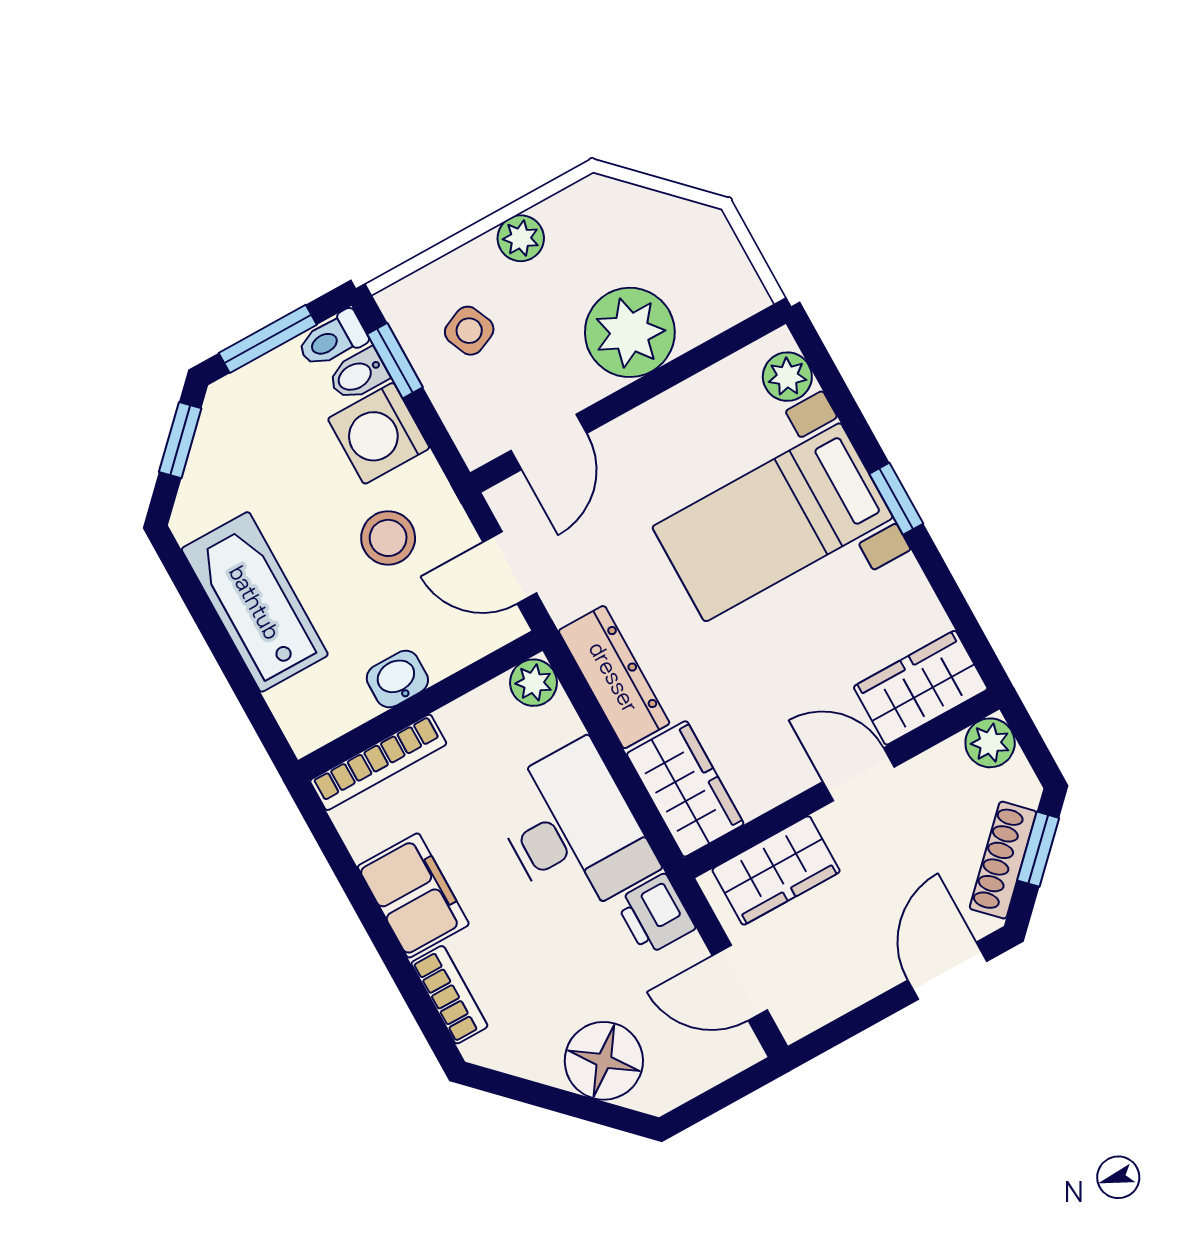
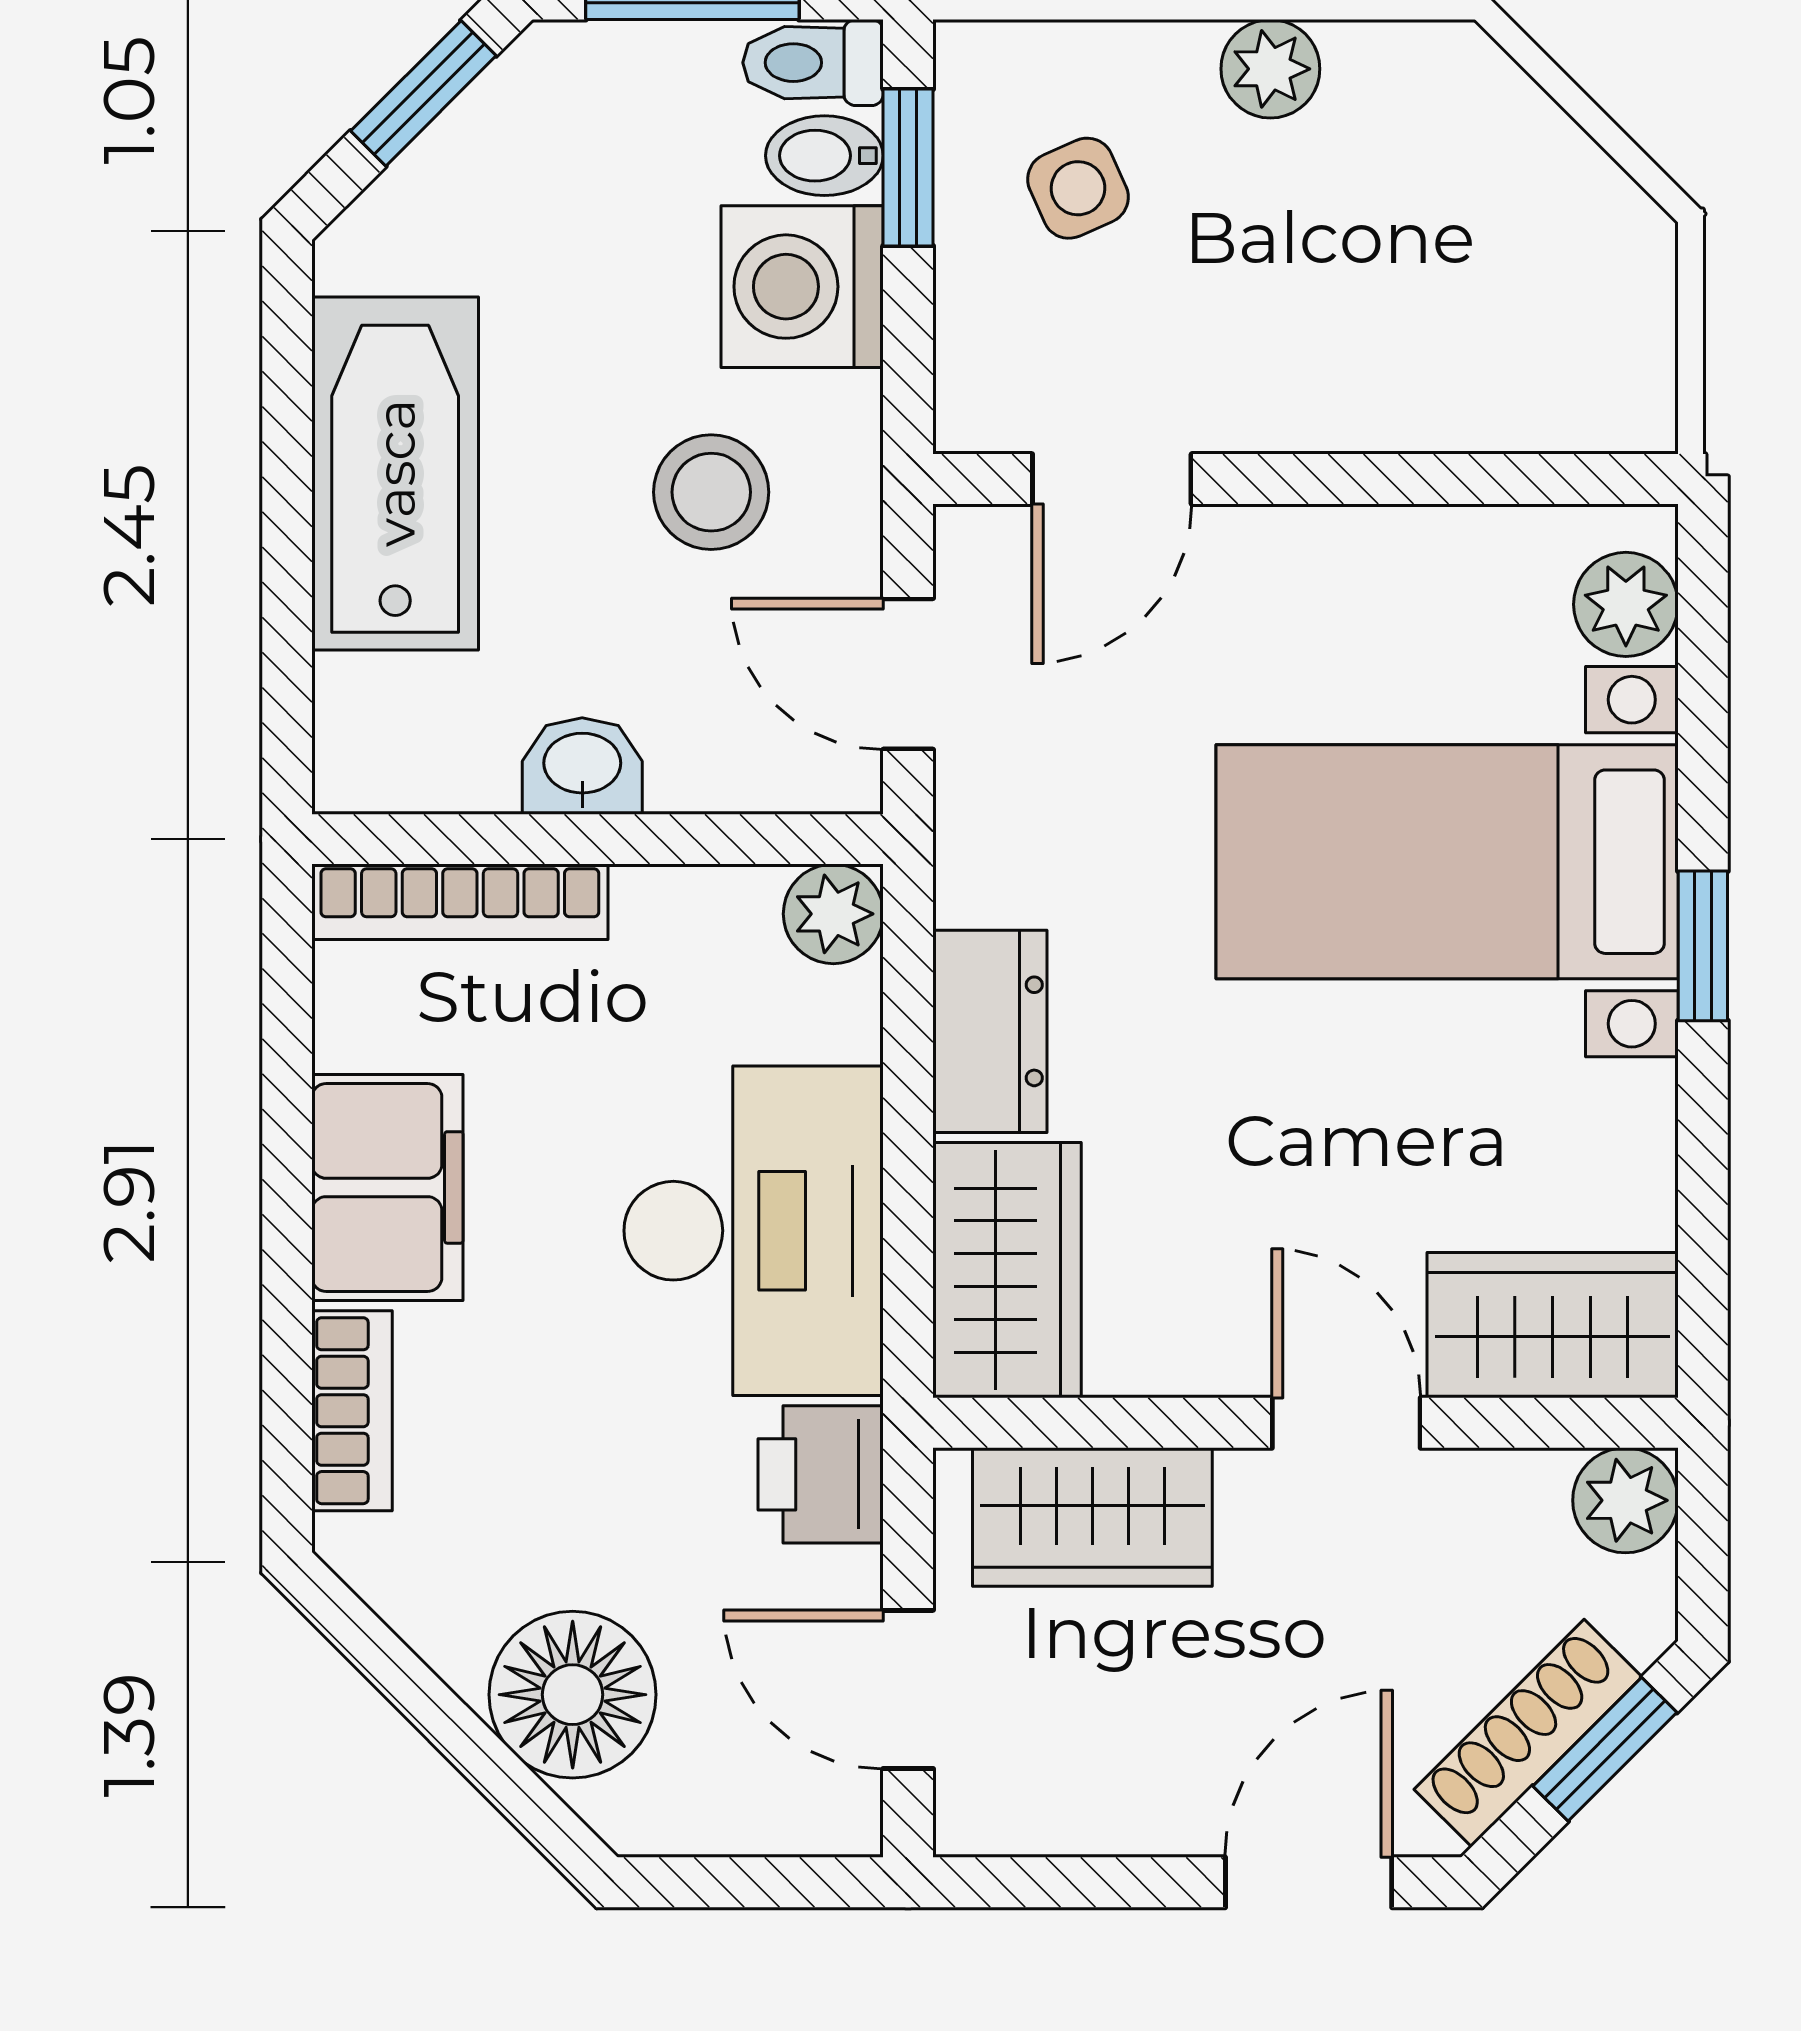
plant: (630, 332) -> (1377, 358), removed
dresser: (614, 677) -> (990, 1031), width x0.70

